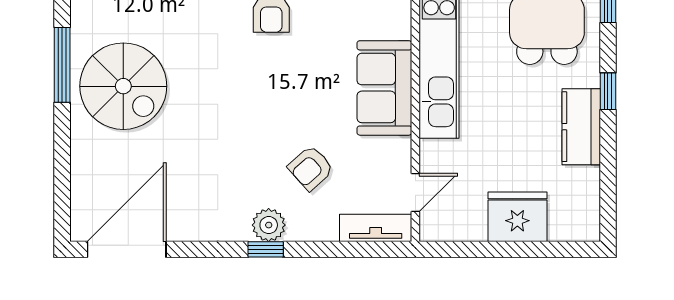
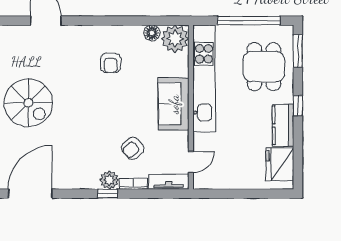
fridge: (517, 217) -> (280, 164), moved, turned -90
bookcase: (312, 232) -> (134, 184), added

